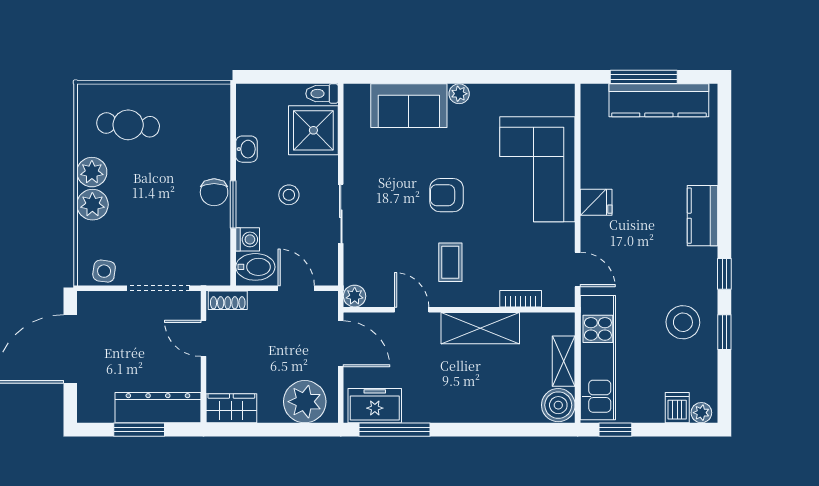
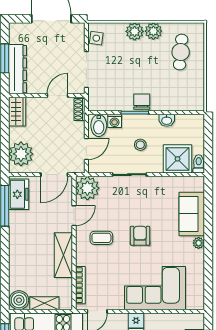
chair: (214, 192) -> (142, 102), turned 90
plant: (355, 296) -> (87, 188), width x1.87, depth x1.87
bookcase: (521, 299) -> (80, 285), width x1.56

